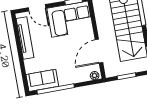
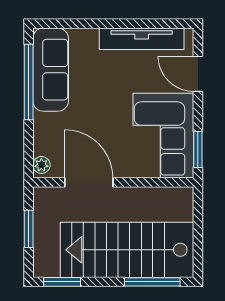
door: (37, 8) -> (198, 74), hinge flipped
sofa: (42, 80) -> (51, 70), width x1.36

